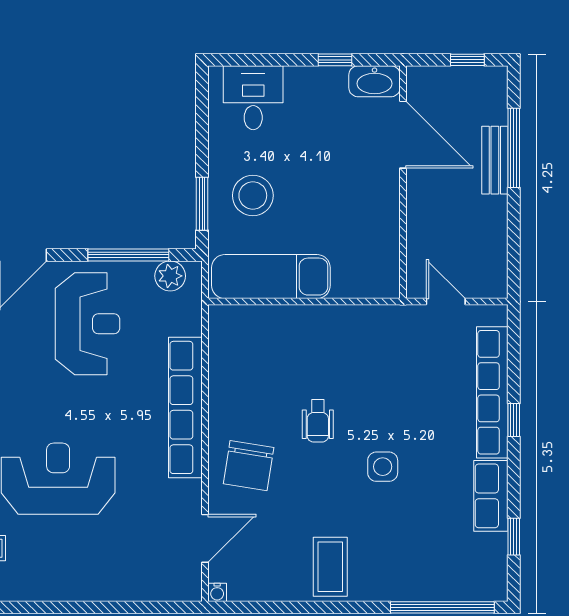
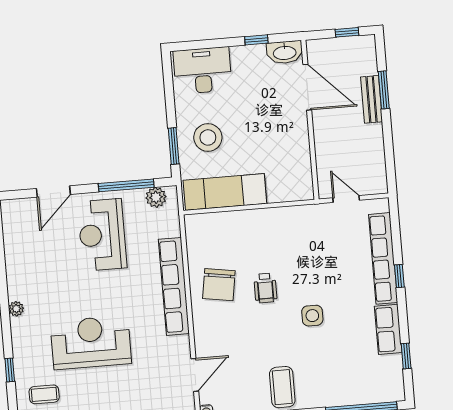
desk: (253, 98) -> (203, 71), width x1.37
window: (514, 148) -> (384, 90), width x0.69
reception desk: (88, 324) -> (102, 235), turned 180
chair: (249, 466) -> (219, 285), moved

